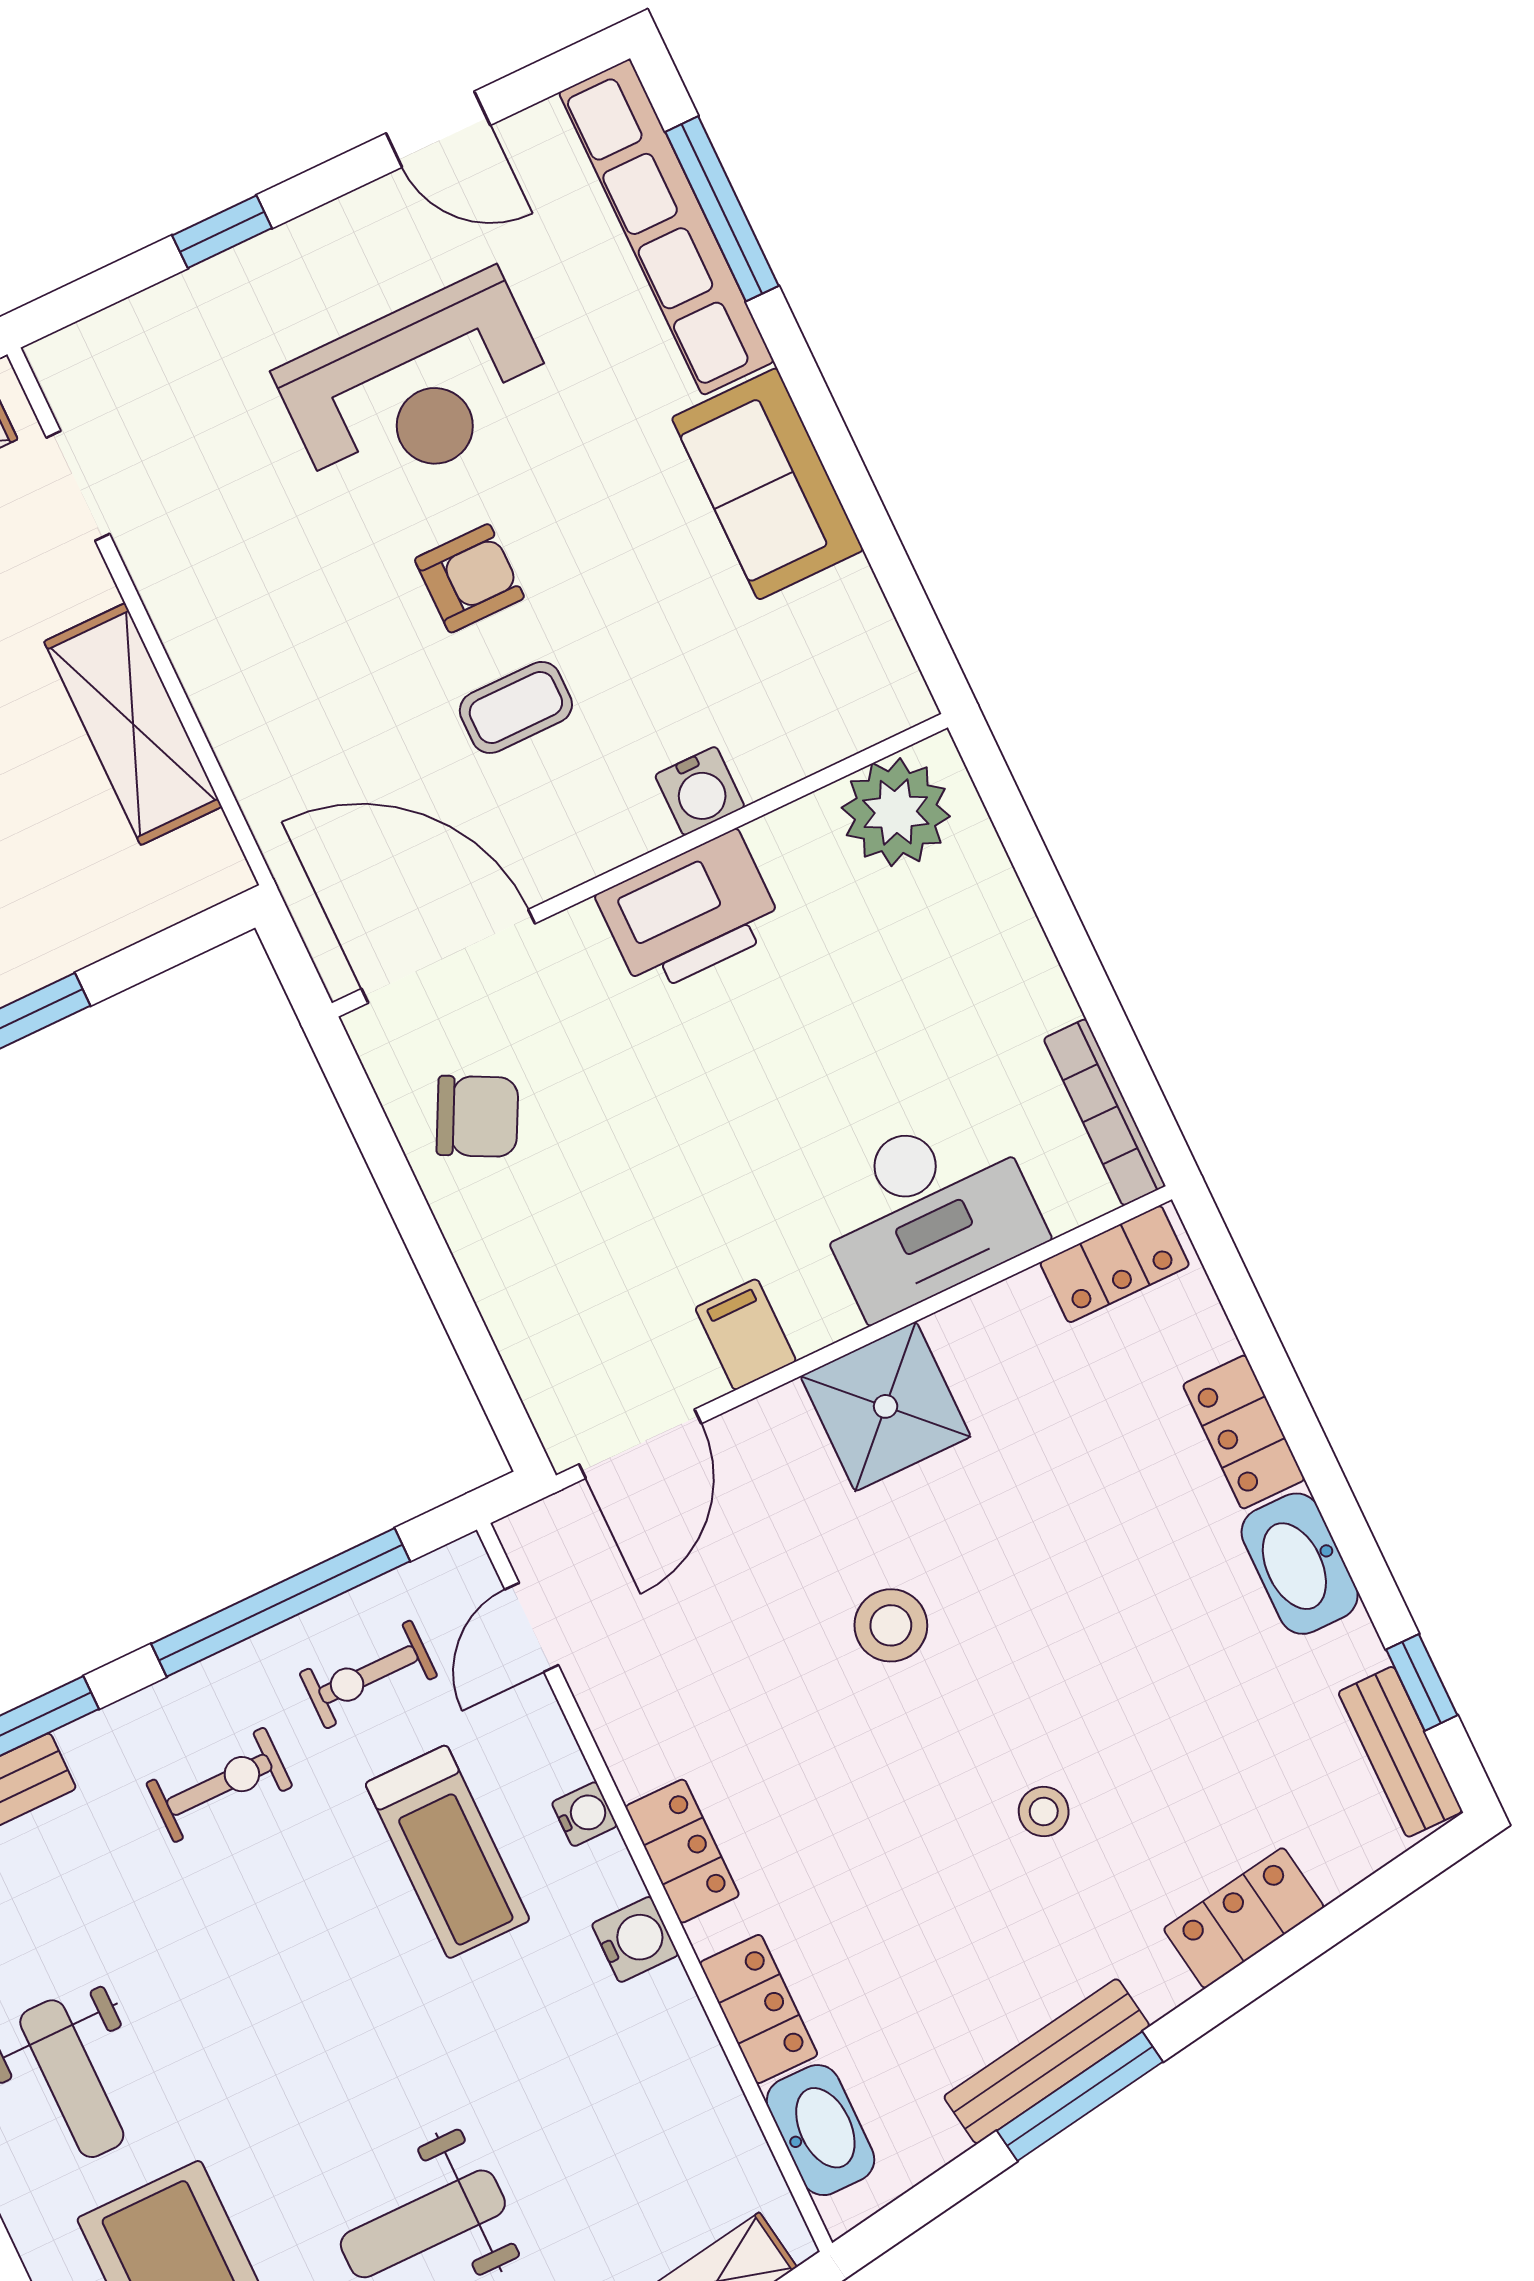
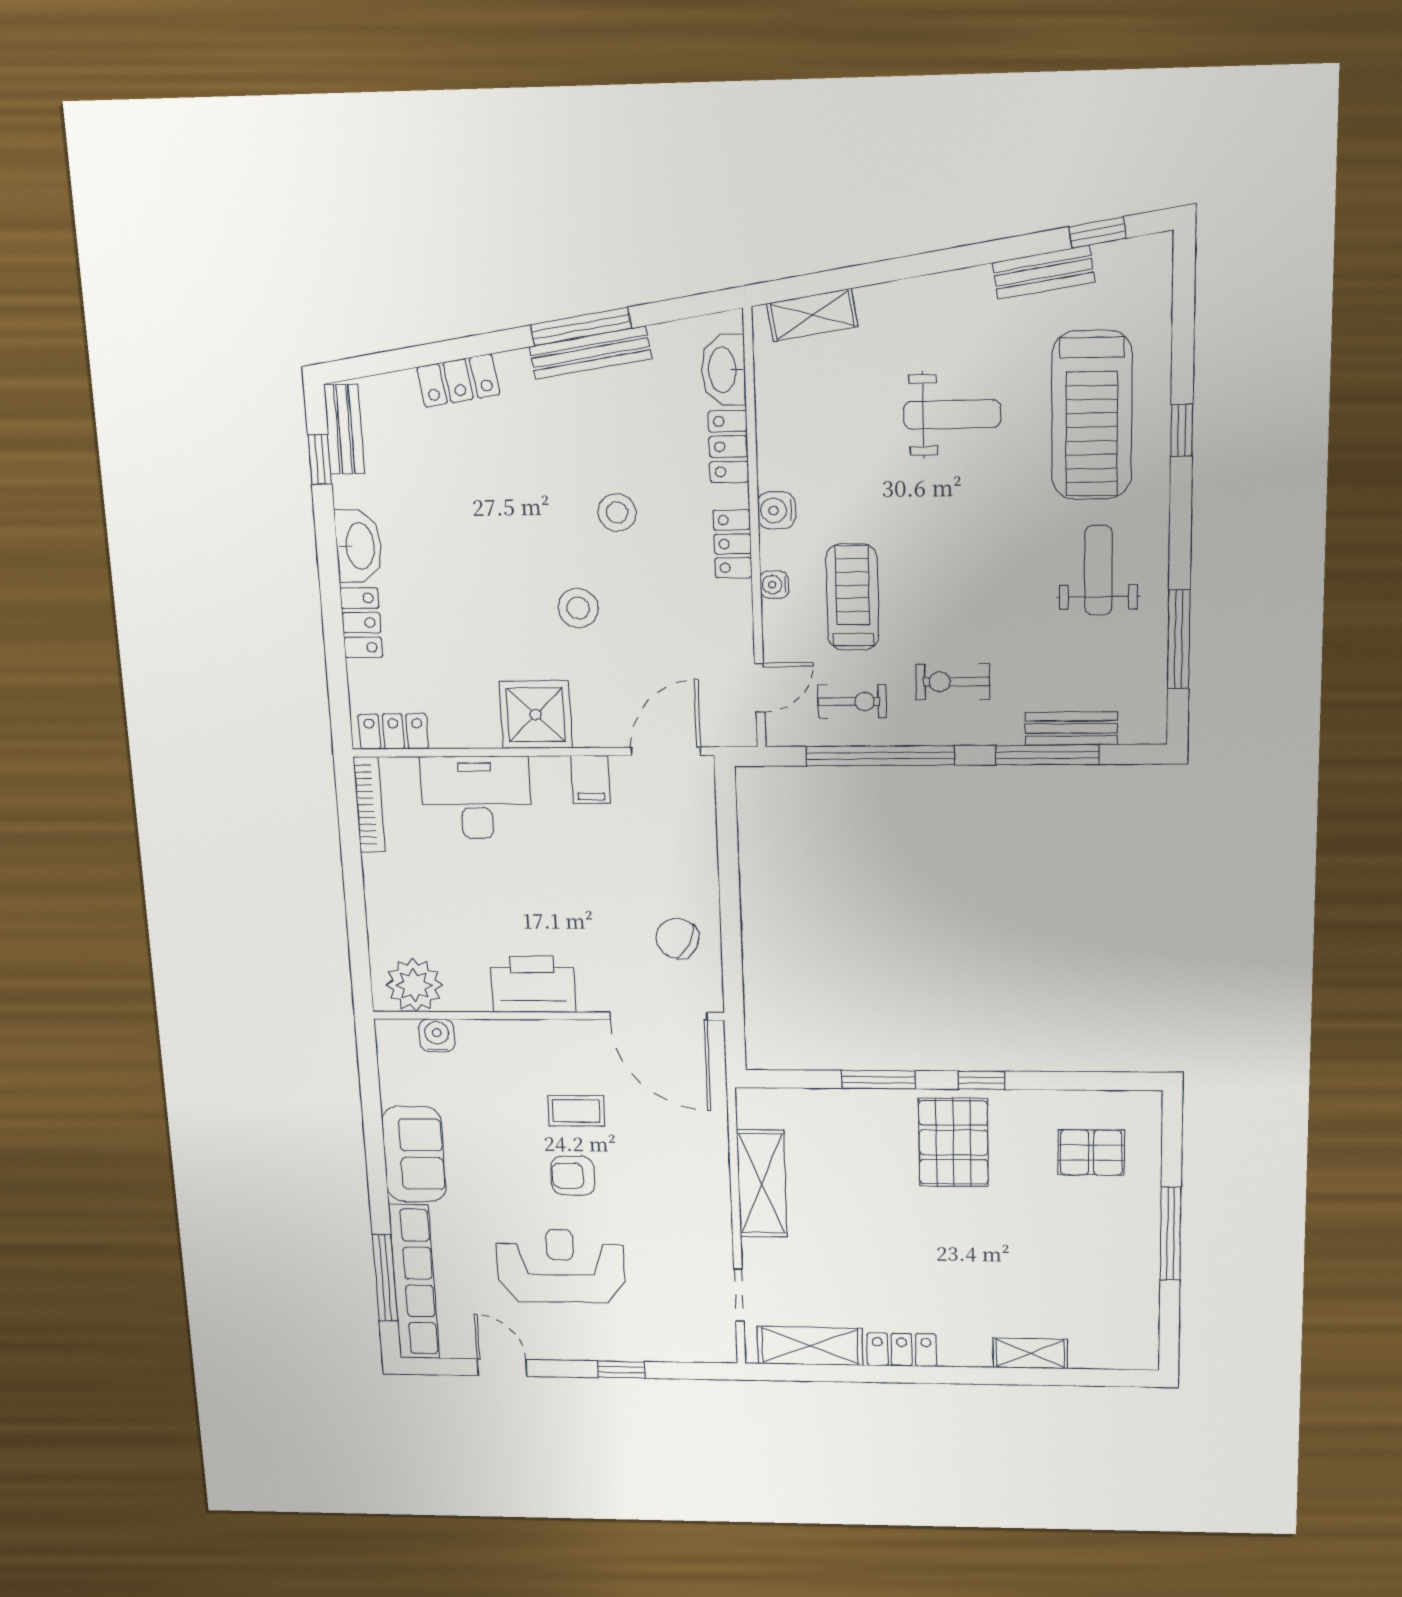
water cooler: (700, 791) -> (437, 1036), moved
stool: (1044, 1811) -> (617, 513), moved, width x1.37, depth x1.37

